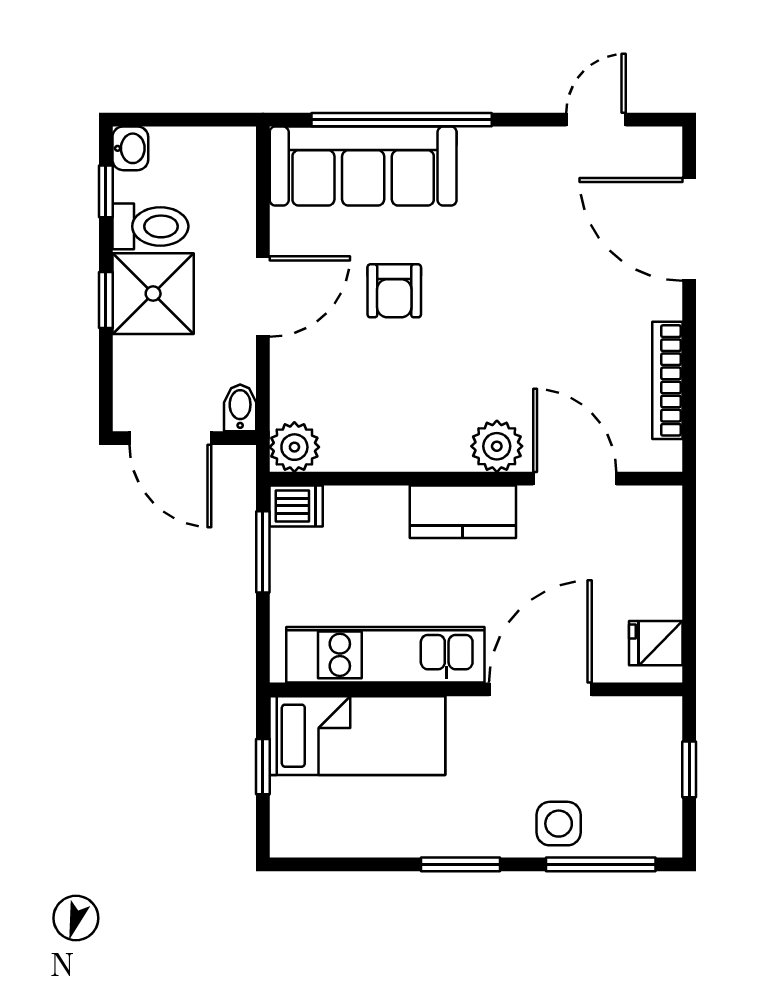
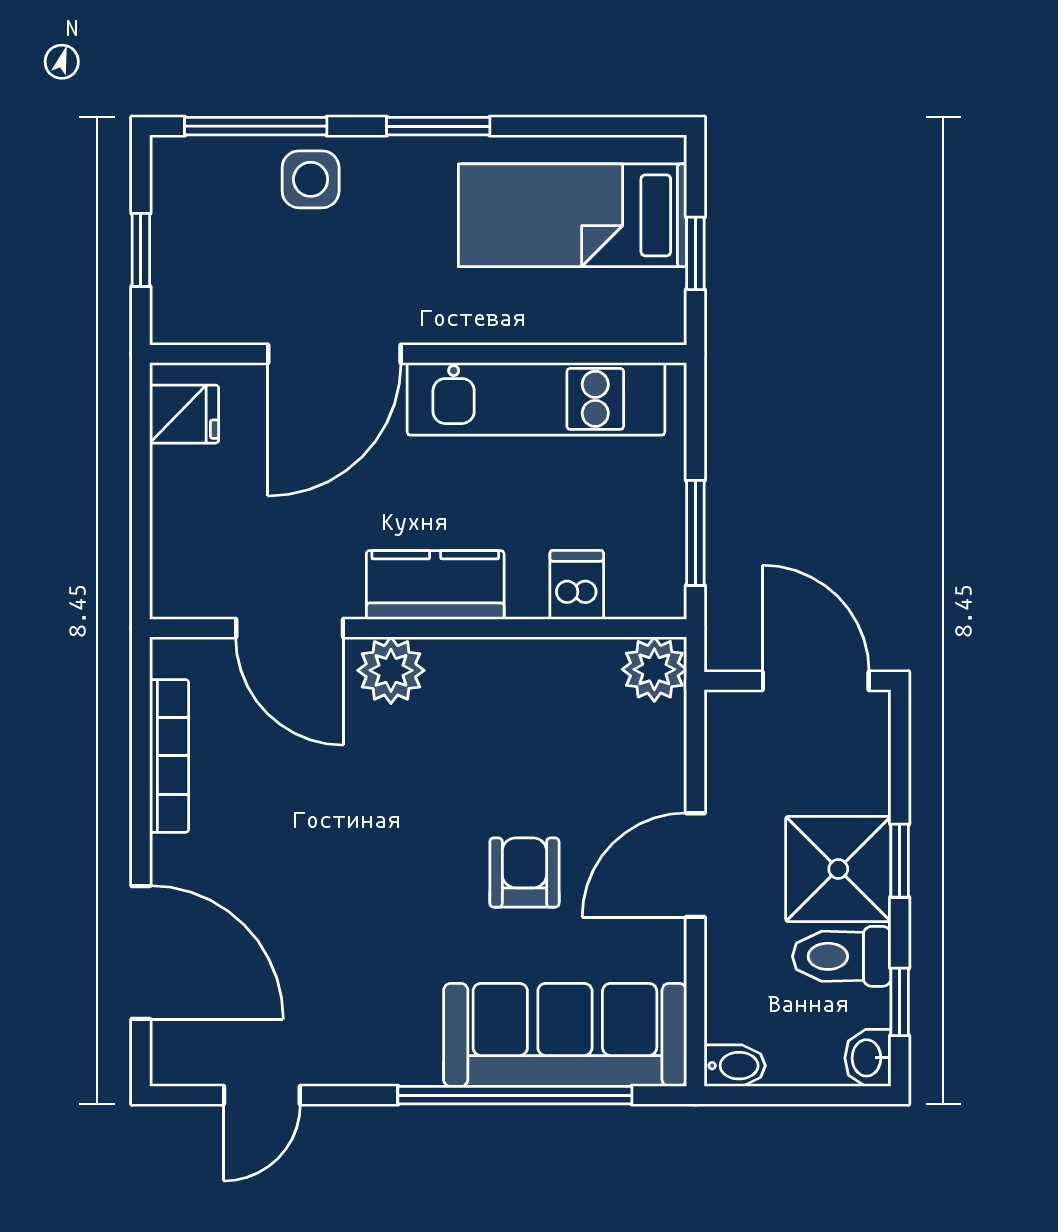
bidet: (240, 408) -> (735, 1066), moved, turned -90
dishwasher: (296, 506) -> (577, 585), moved, turned 90
bed: (357, 736) -> (572, 215), moved

